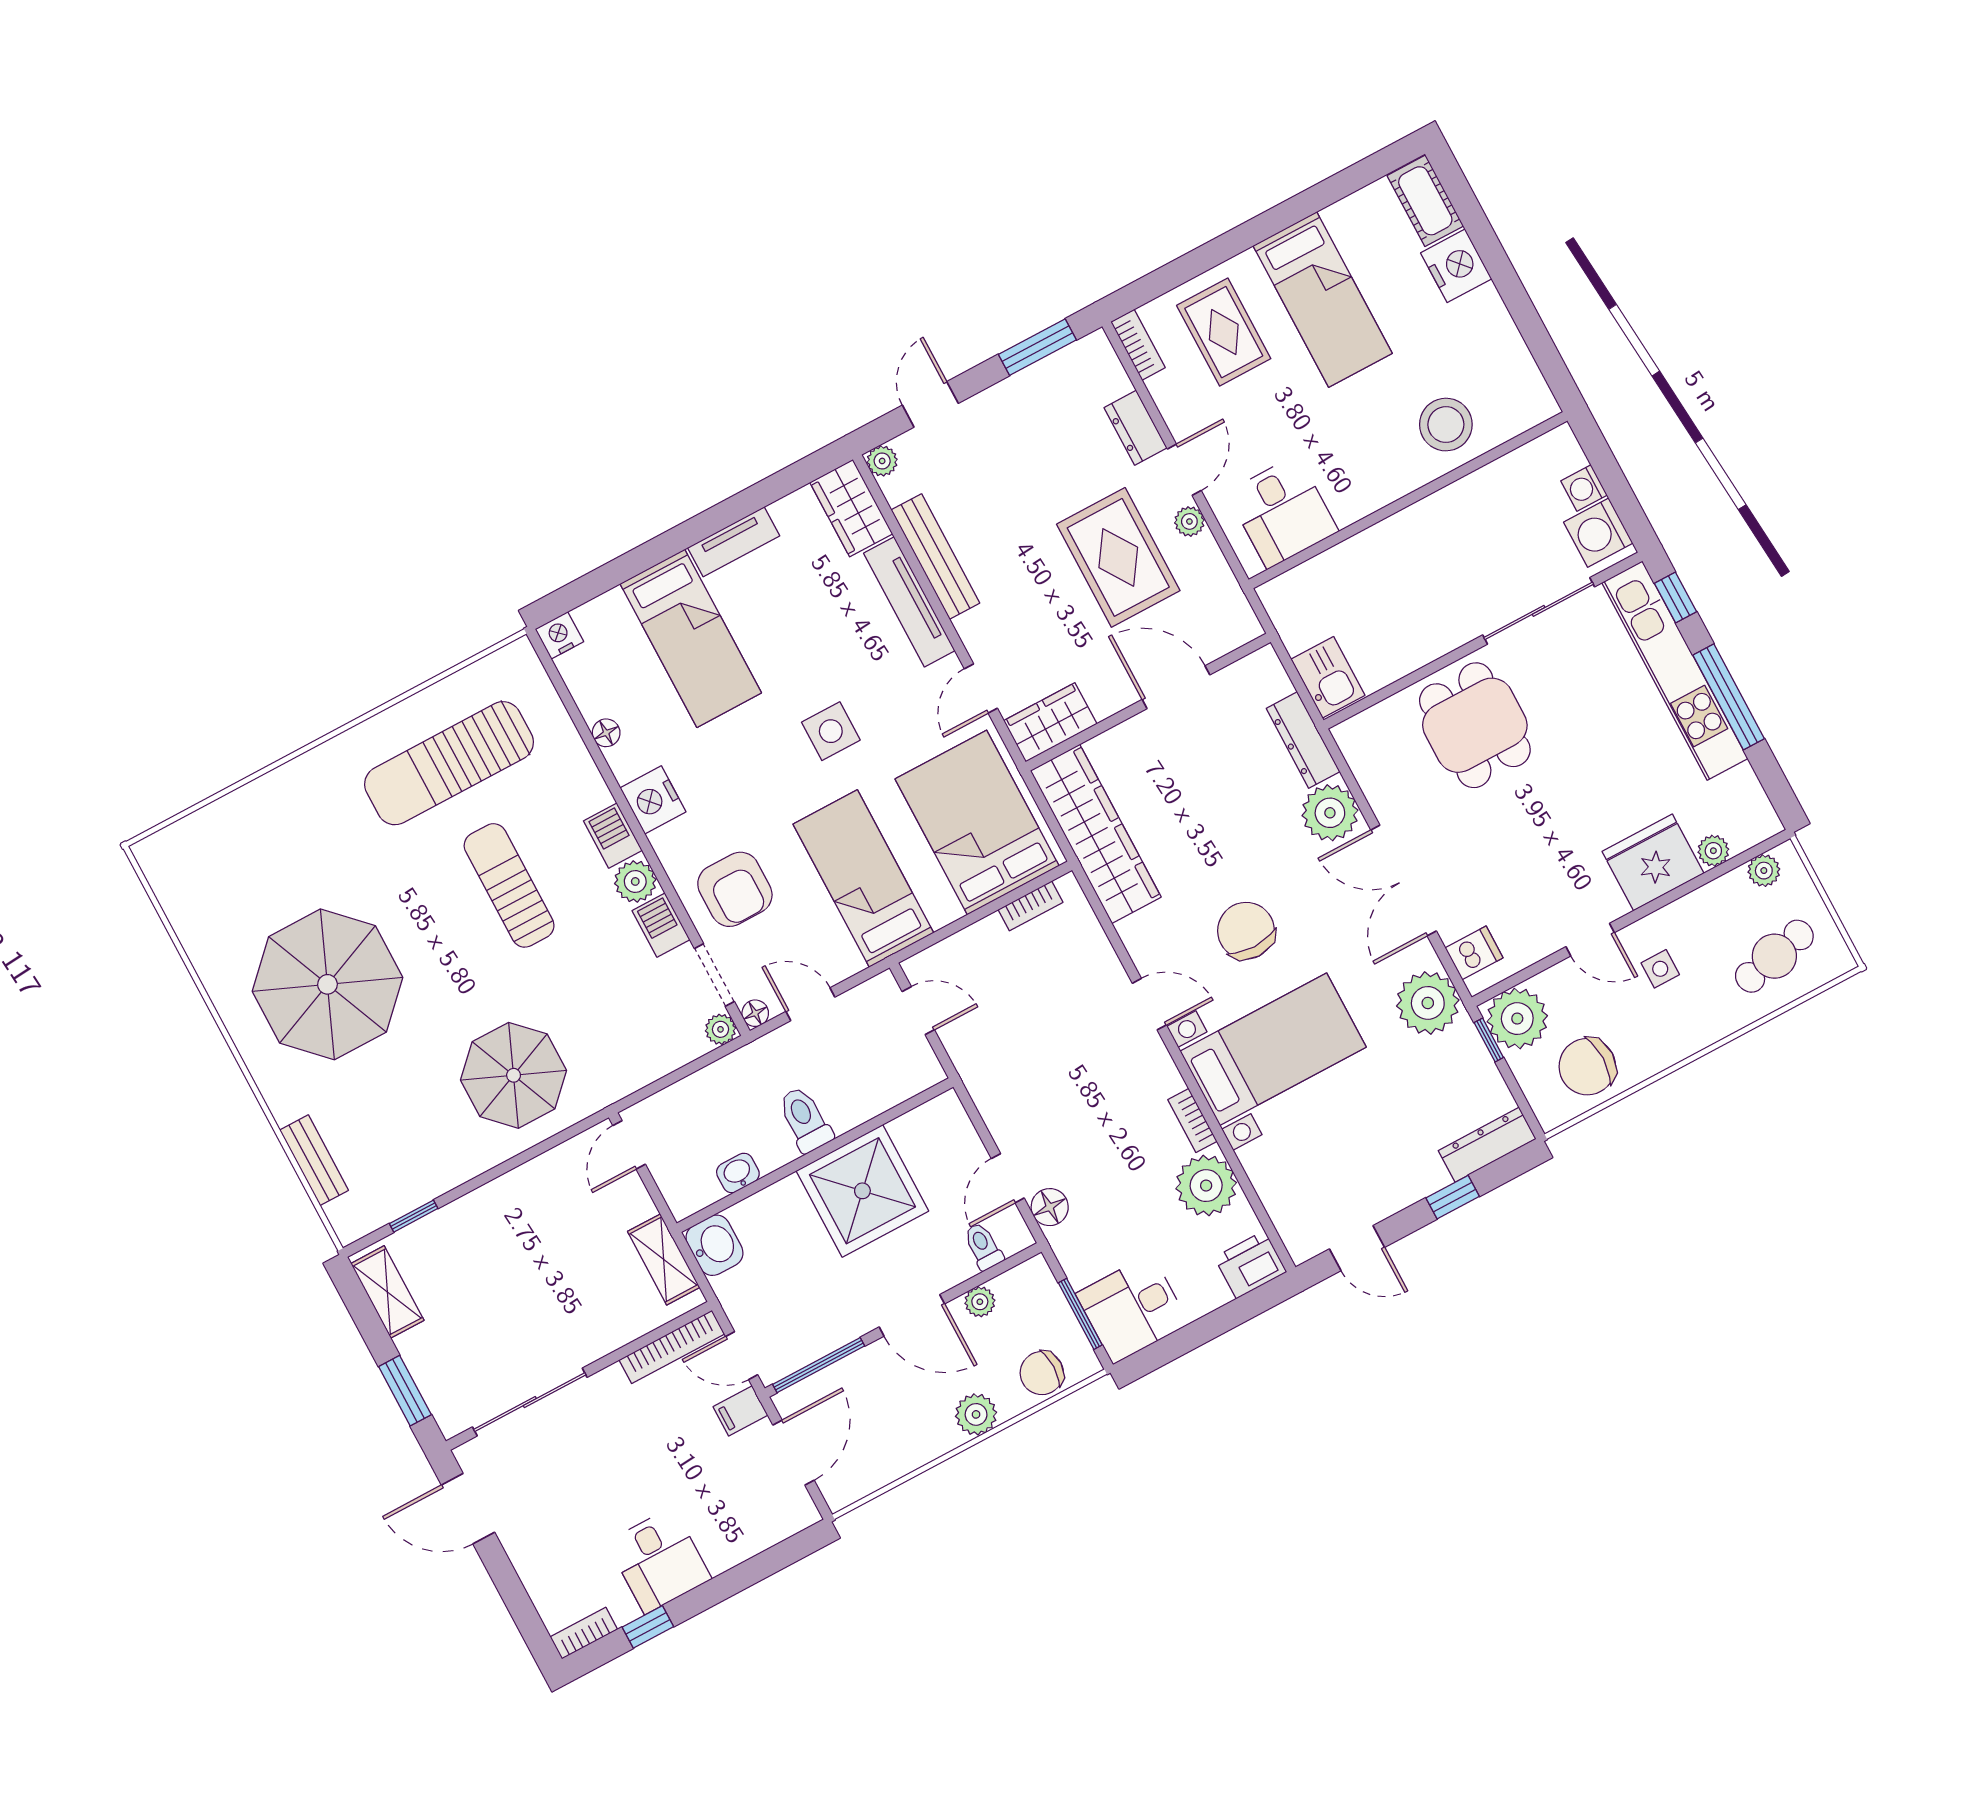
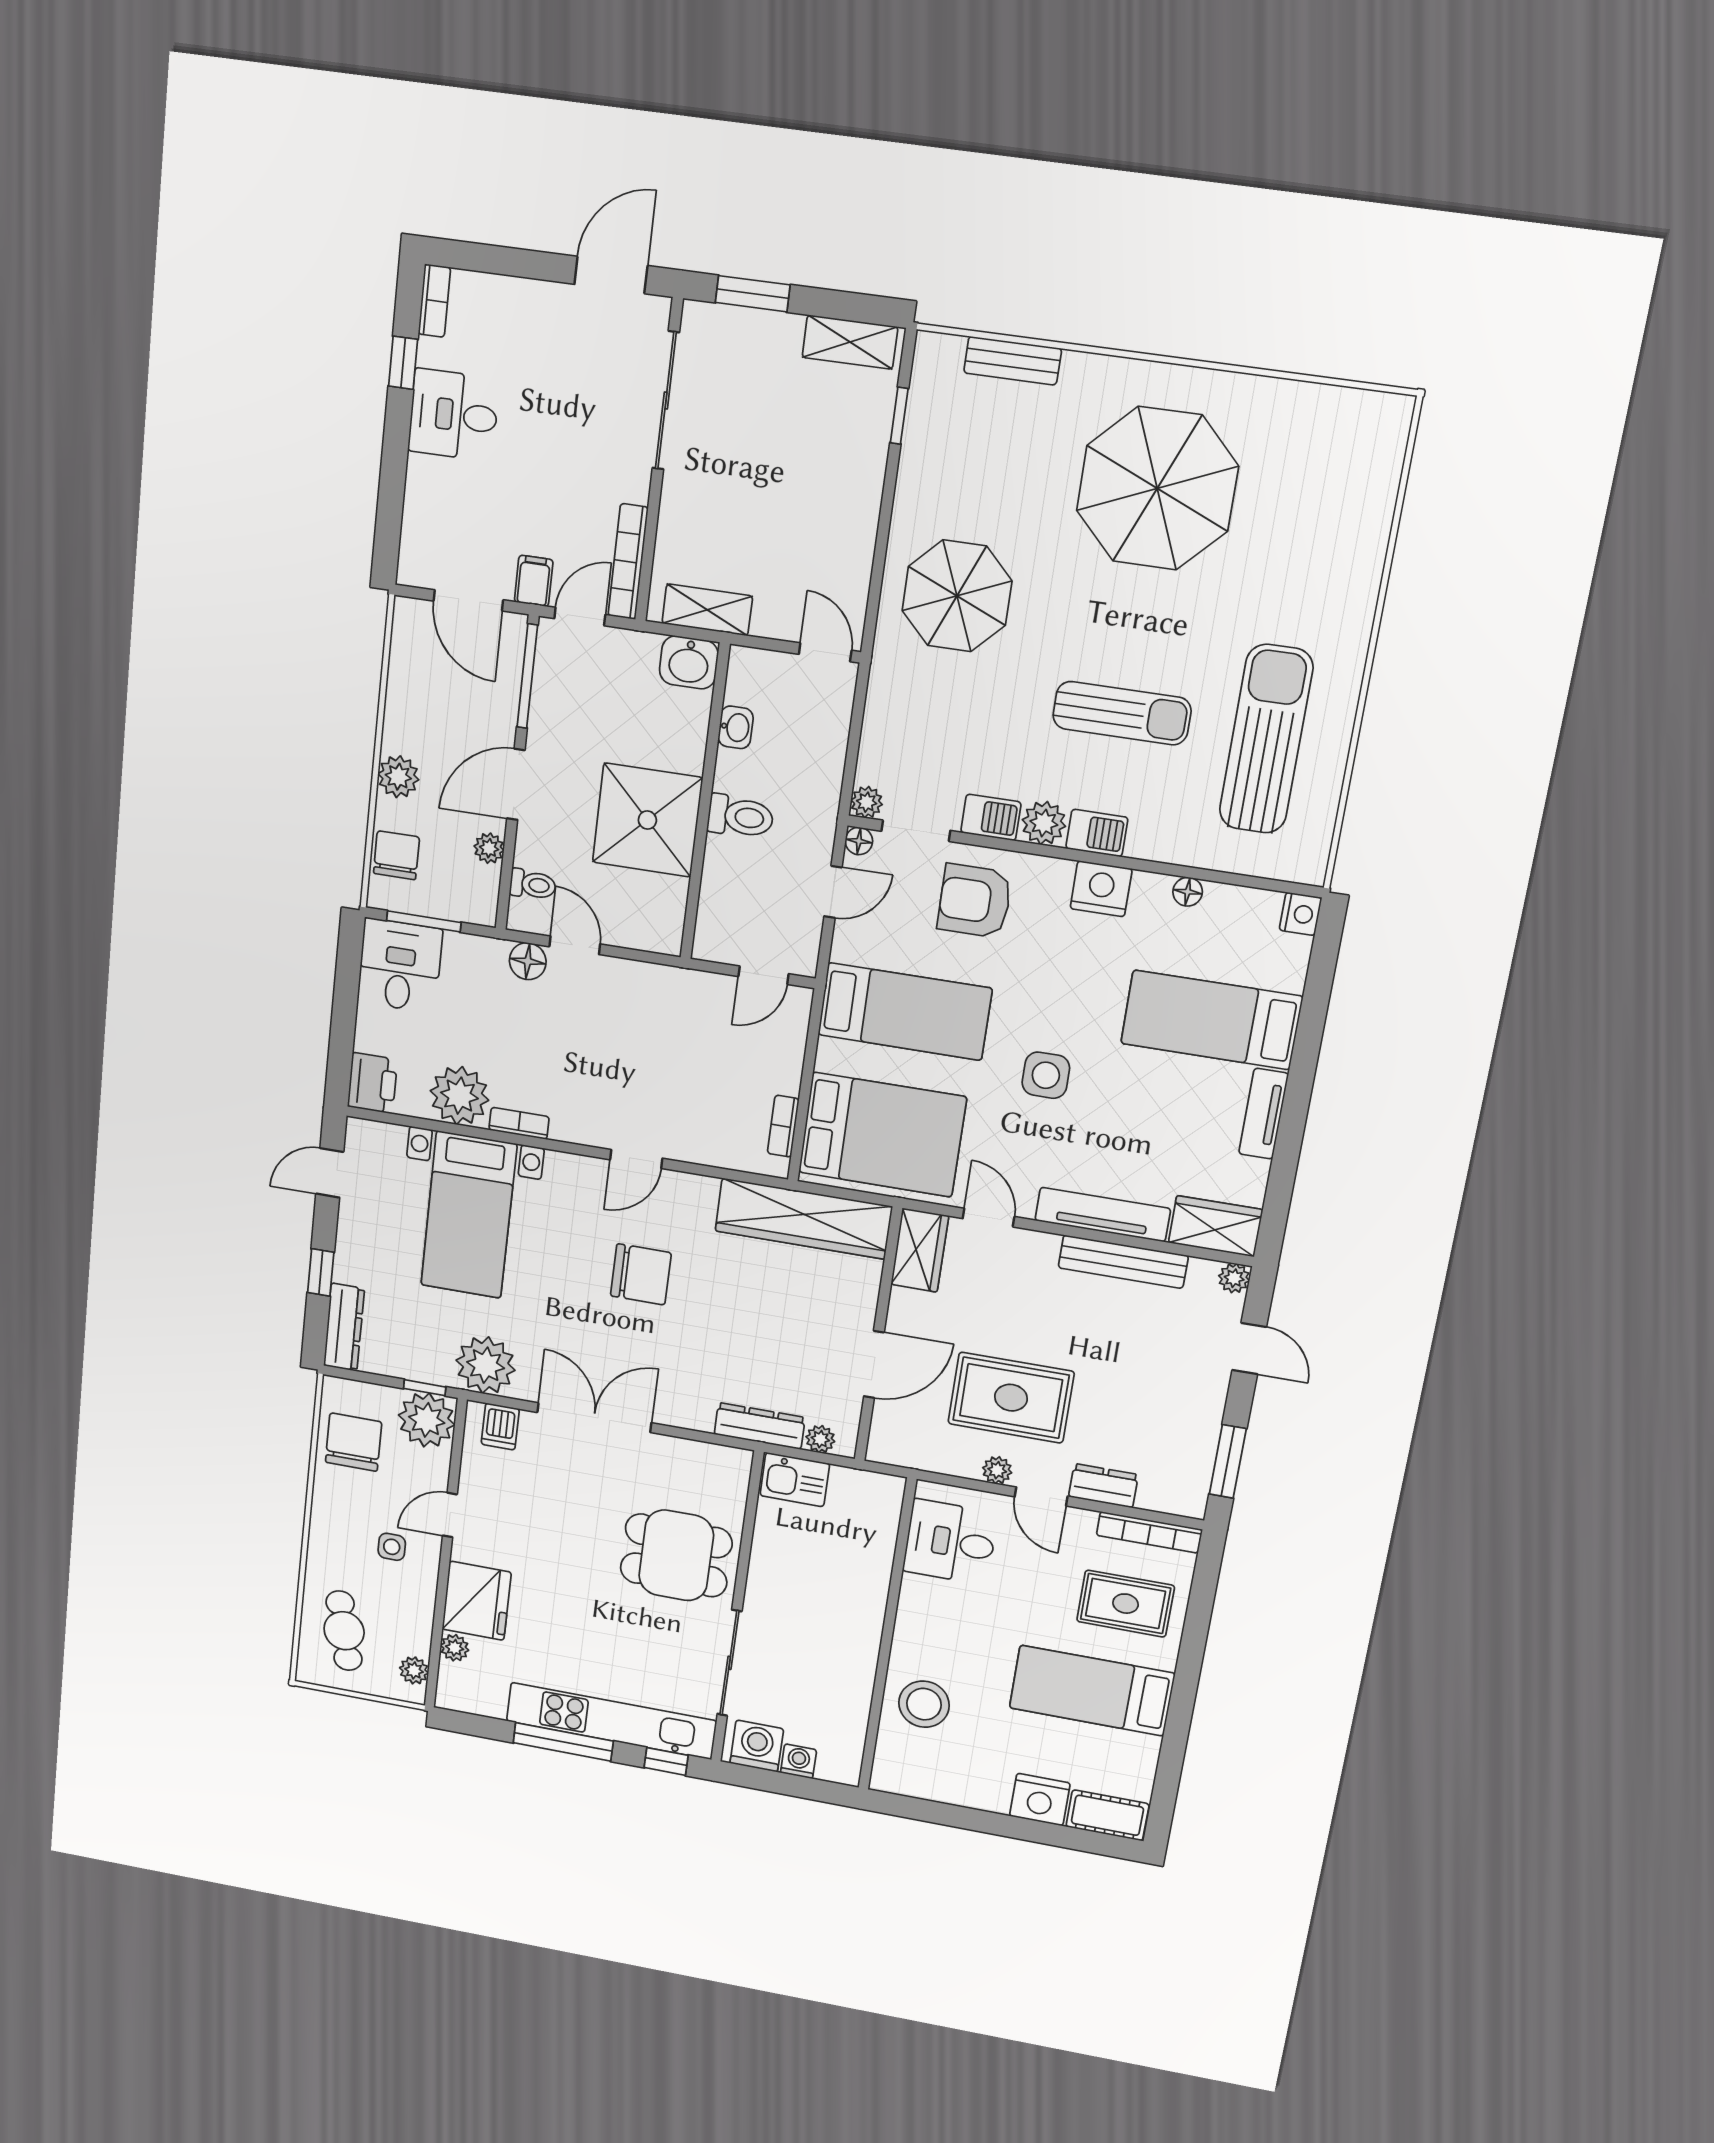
bookcase: (1138, 345) -> (1149, 1532), width x1.56
plant: (1330, 813) -> (820, 1439), moved, width x0.53, depth x0.53
bed with nightstands: (1273, 1049) -> (469, 1215), moved

